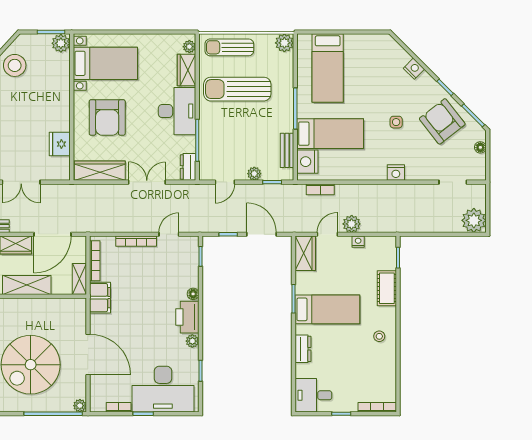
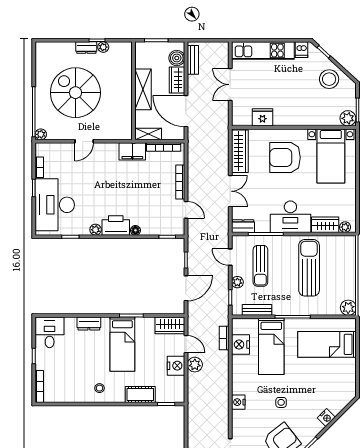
sun lounger: (229, 47) -> (260, 266), moved, turned 180
nightstand: (307, 162) -> (240, 345), moved, turned -90
nightstand: (358, 242) -> (176, 366), width x1.89, depth x1.79
door: (88, 355) -> (84, 141), width x0.53

